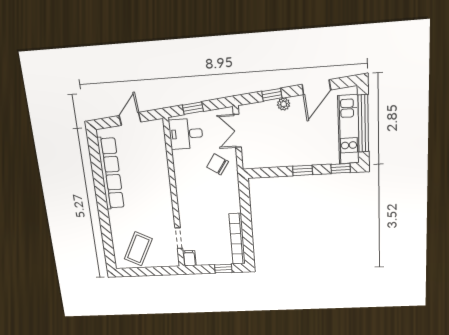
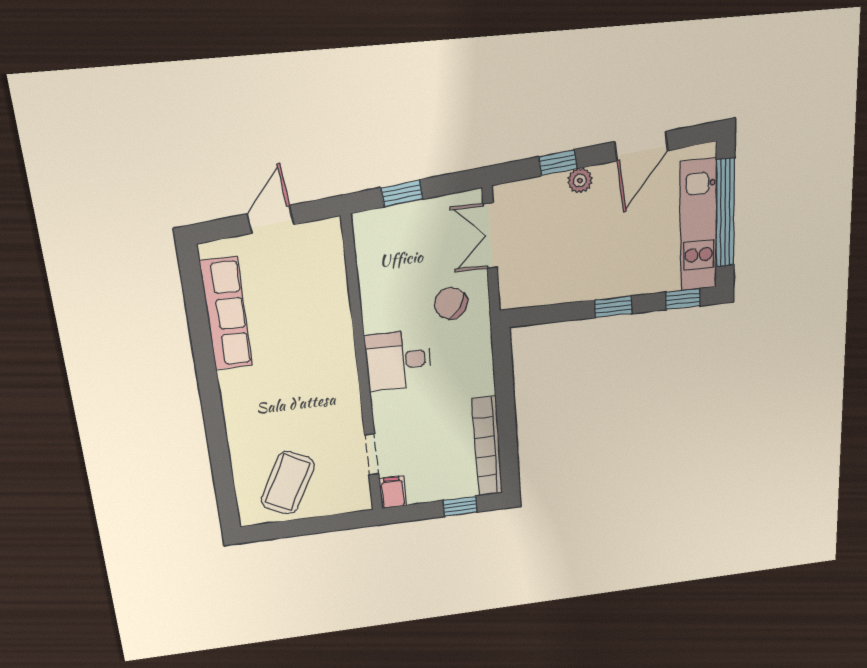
desk: (186, 134) -> (398, 360), moved
row of seats: (111, 173) -> (226, 314), width x0.73

